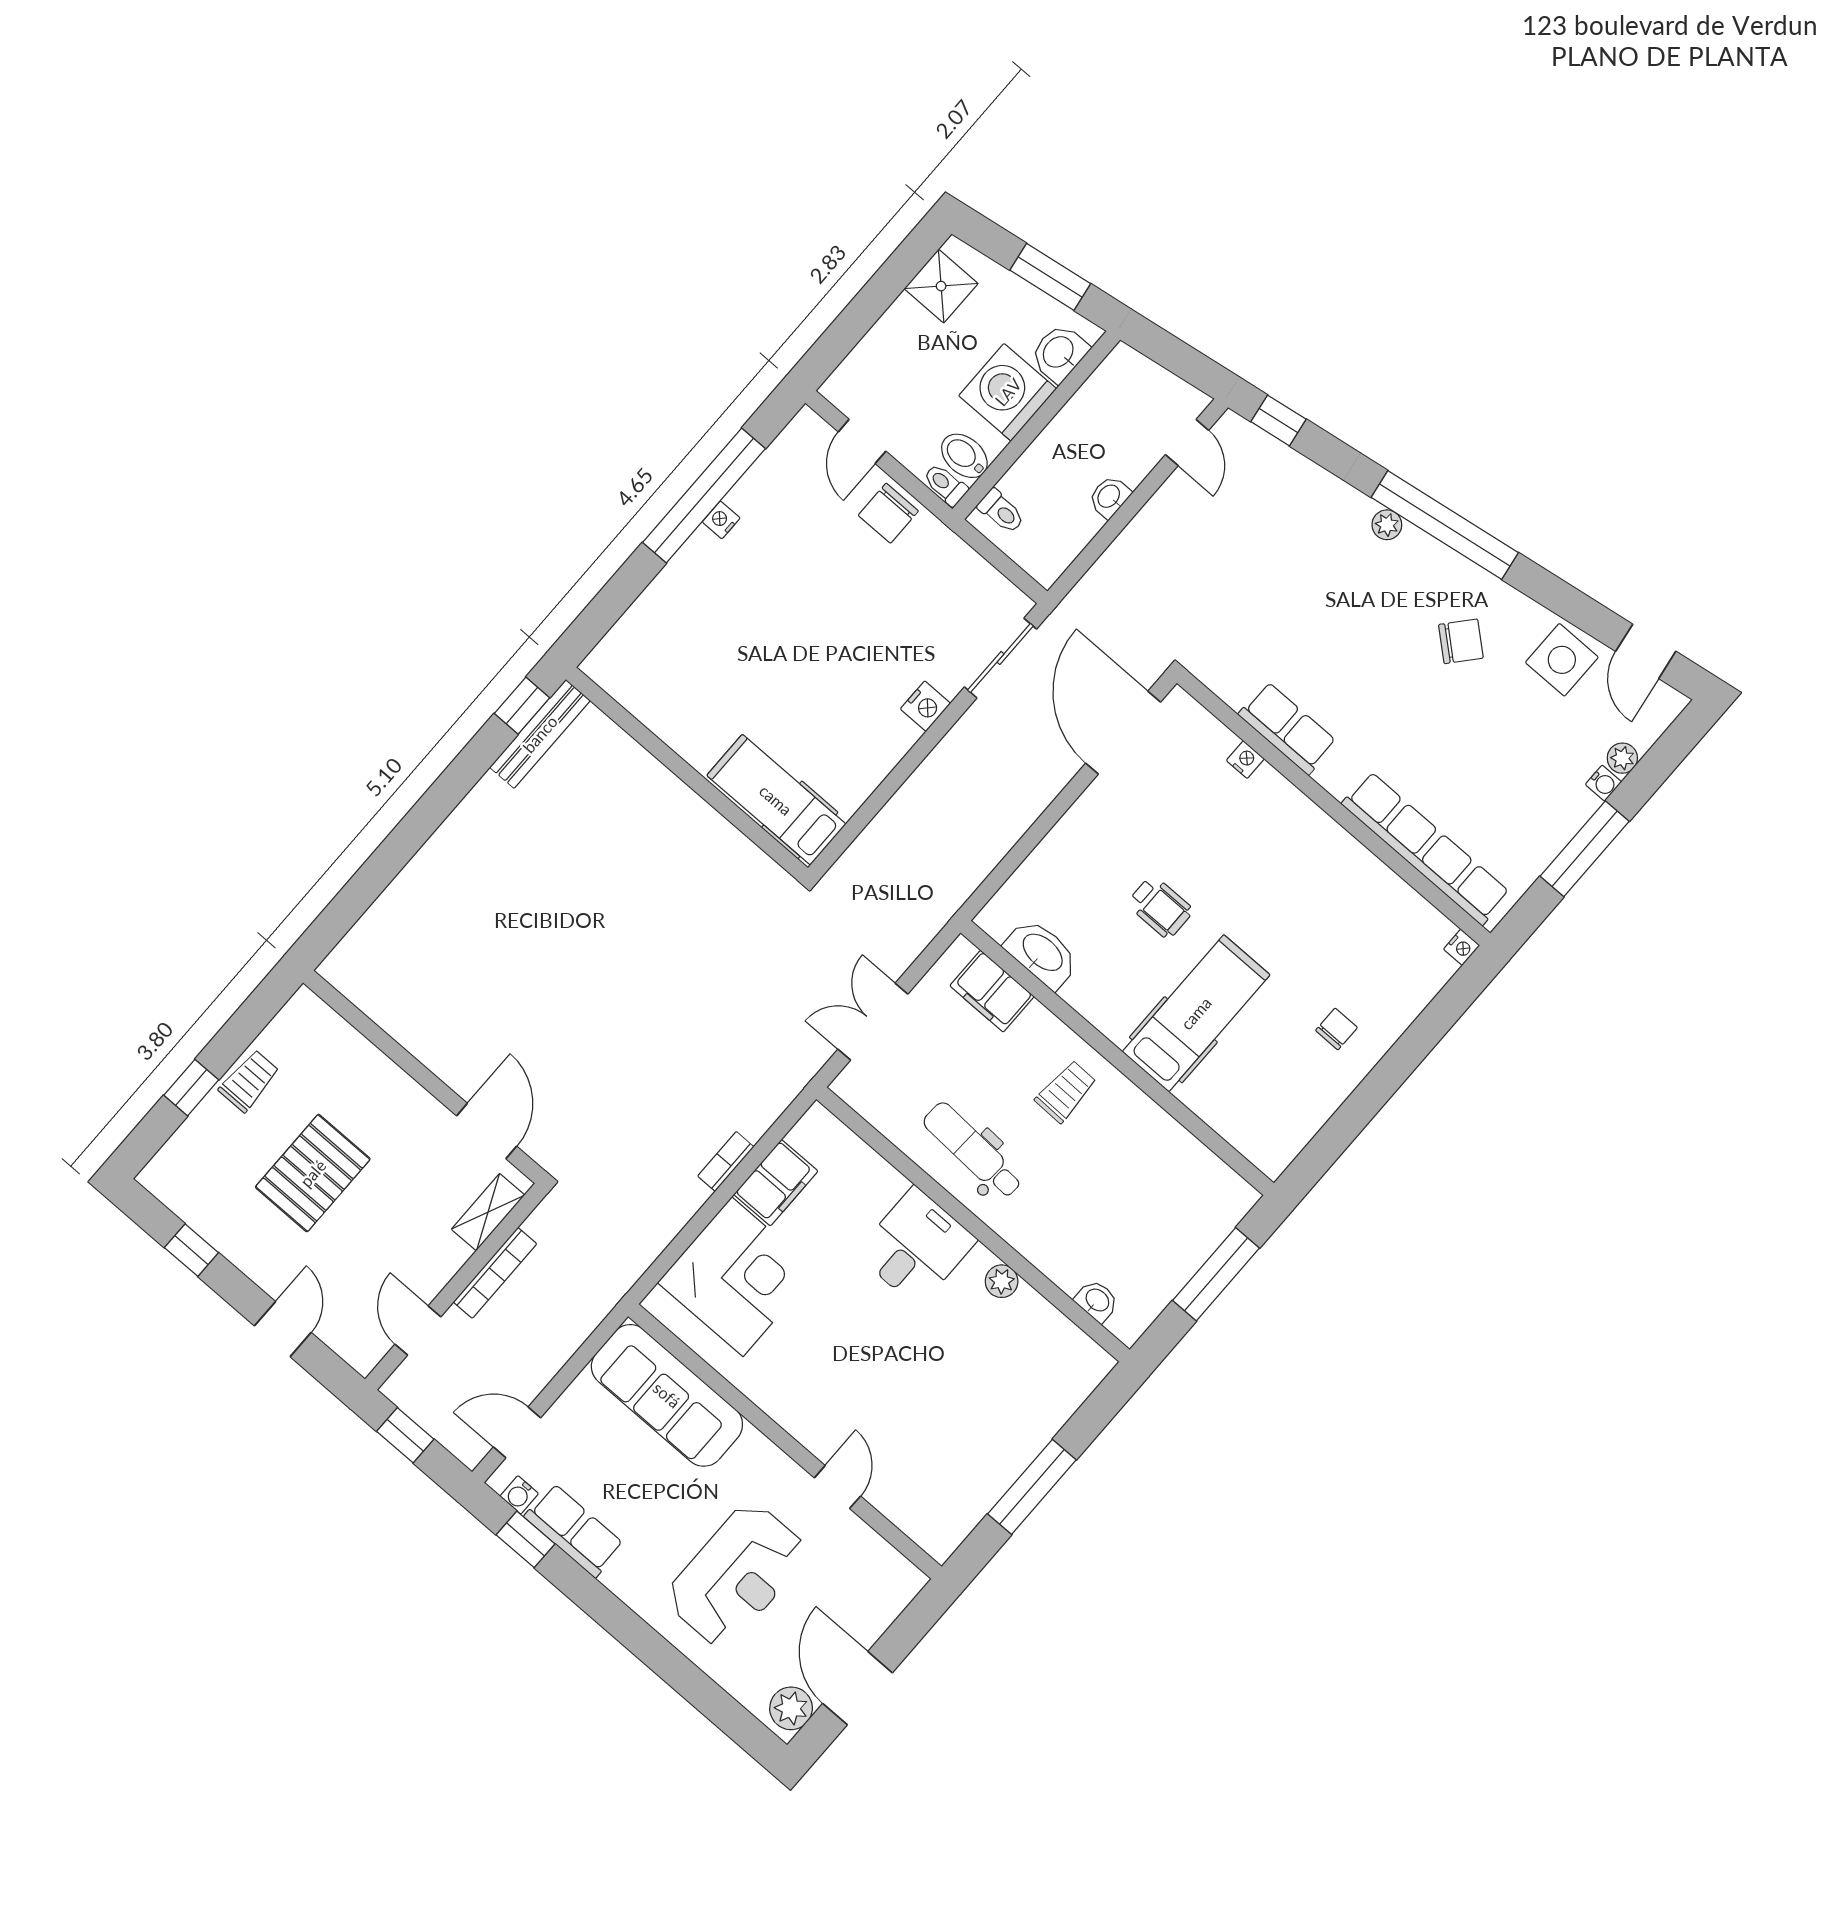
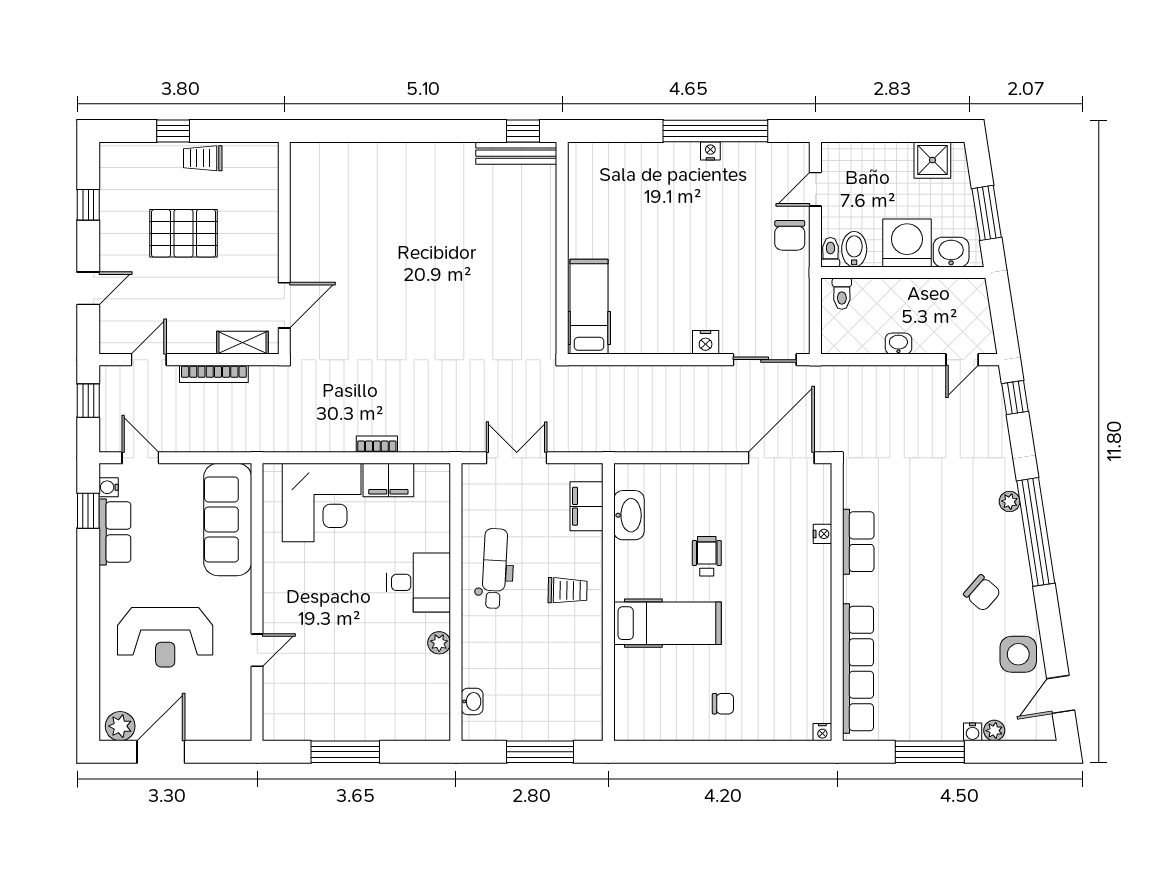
chair: (888, 513) -> (790, 235), turned -90
wheelchair: (1160, 907) -> (707, 556), turned 180
trolley: (249, 1081) -> (203, 158), turned 180

